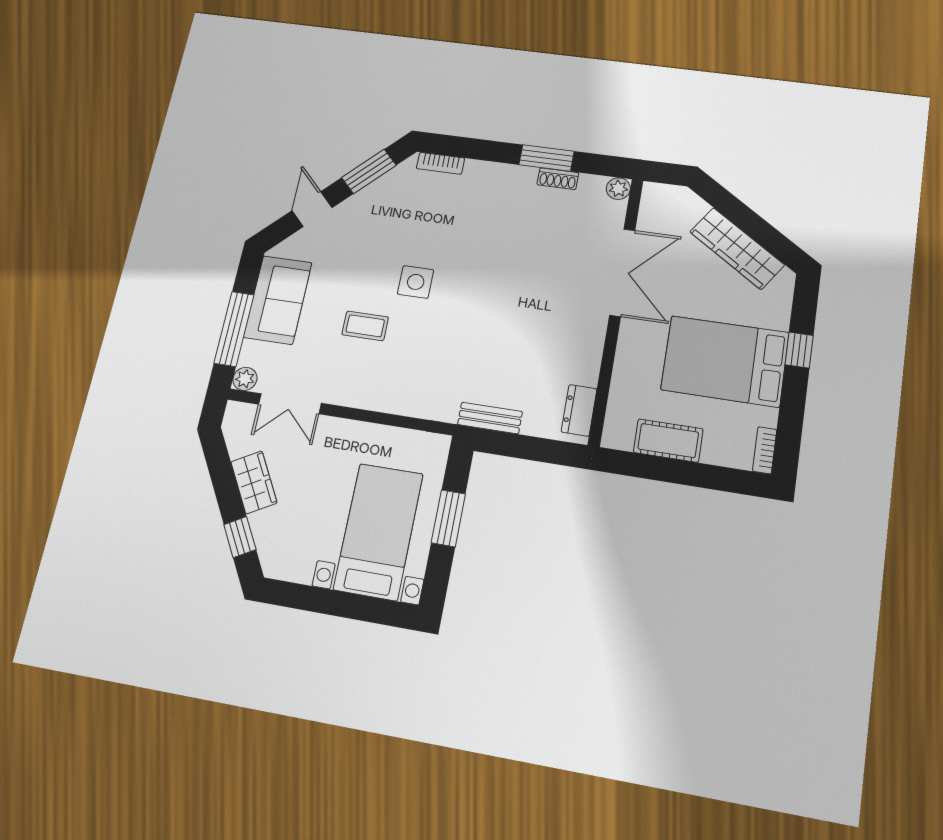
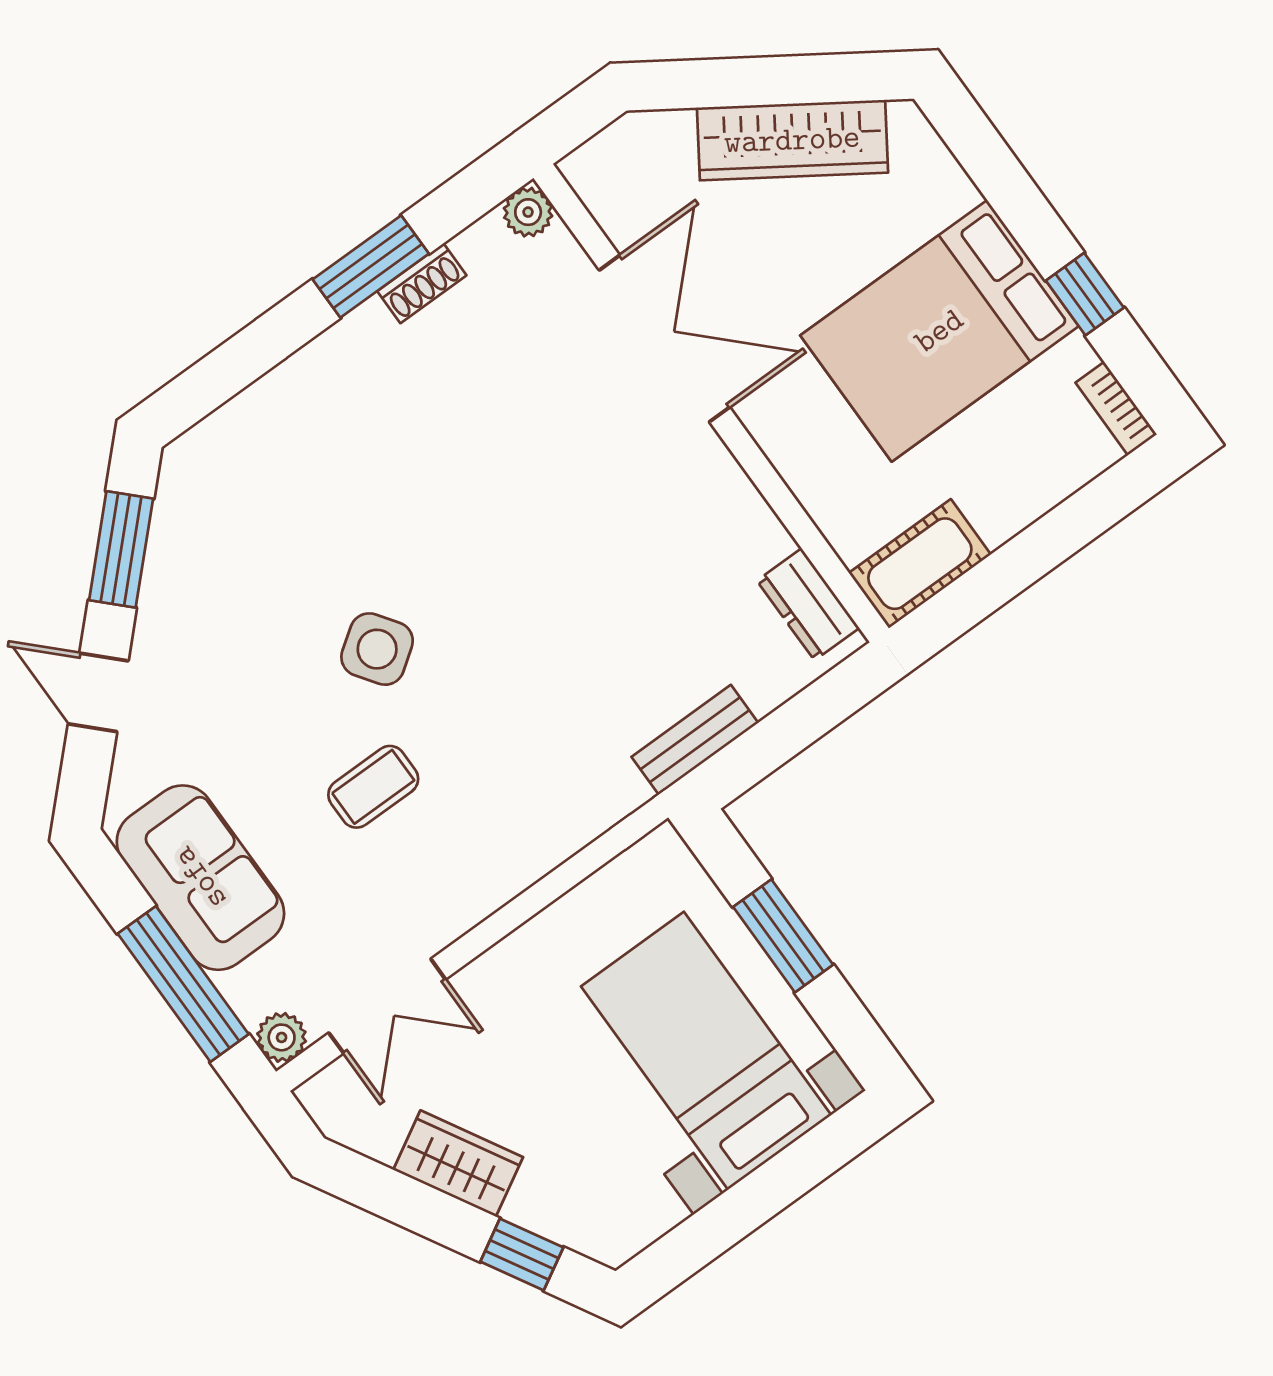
bookcase: (441, 163) -> (218, 430), removed
side table: (416, 282) -> (377, 649), turned -35
window: (799, 350) -> (1085, 294), moved
cot: (668, 441) -> (920, 564), moved

